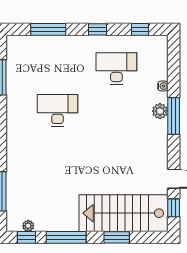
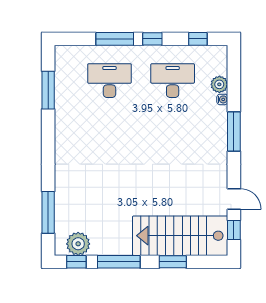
window: (48, 29) -> (115, 39), moved
desk: (57, 110) -> (109, 81), moved
plant: (160, 111) -> (219, 84), moved
plant: (28, 226) -> (78, 244), width x1.88, depth x1.88

